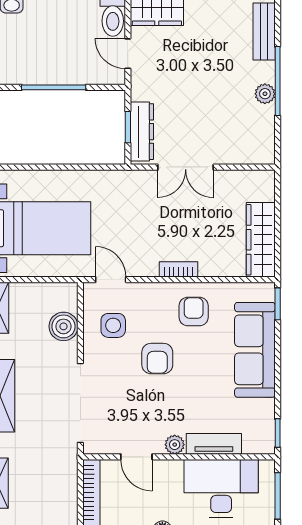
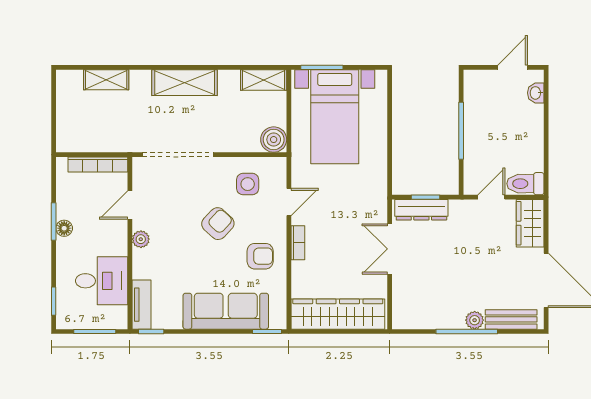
plant: (265, 94) -> (475, 320), moved
wardrobe: (261, 240) -> (338, 314), width x1.40, depth x1.17
door: (111, 280) -> (289, 202), moved
boiler: (64, 326) -> (274, 140), moved
armchair: (157, 359) -> (218, 224), turned 133
tv unit: (214, 444) -> (141, 305), moved
desk: (221, 488) -> (102, 281), width x0.73

